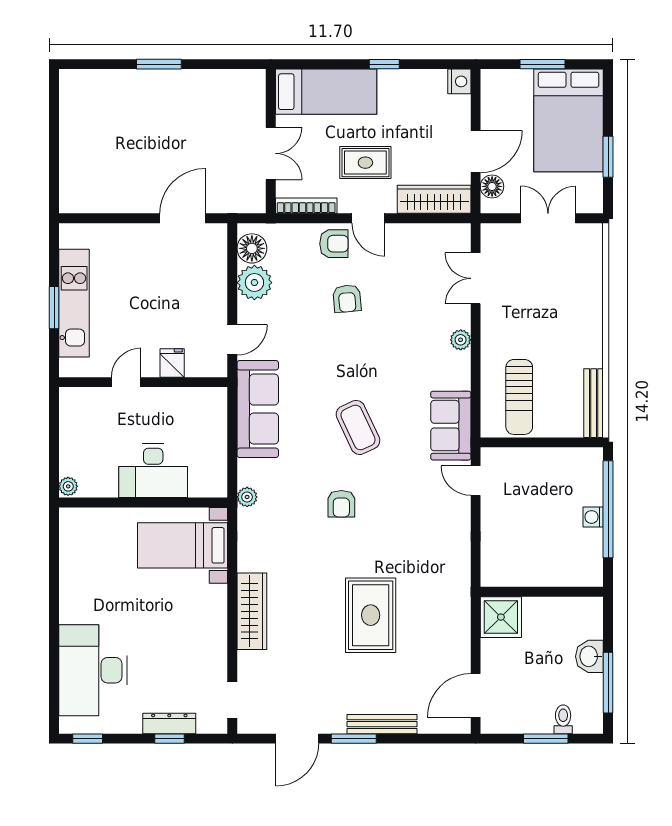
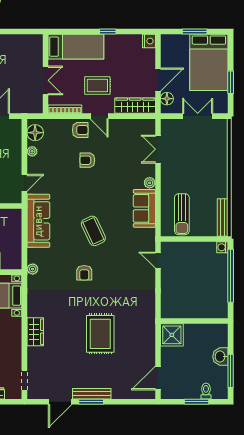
plant: (254, 283) -> (32, 151), width x0.53, depth x0.53
armchair: (347, 299) -> (87, 160), turned 95
sofa: (451, 426) -> (144, 208), moved
washing machine: (593, 517) -> (222, 247), moved
wardrobe: (252, 611) -> (35, 332), width x0.67
bench: (382, 724) -> (92, 394), moved

